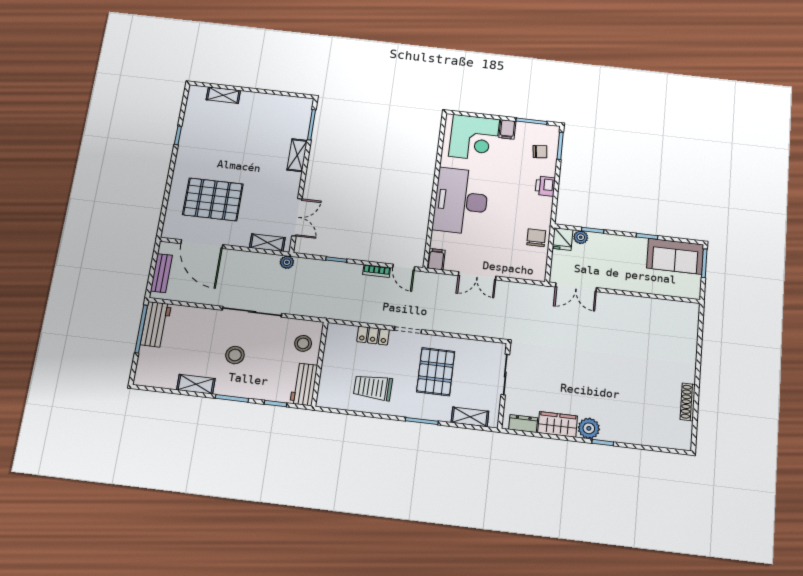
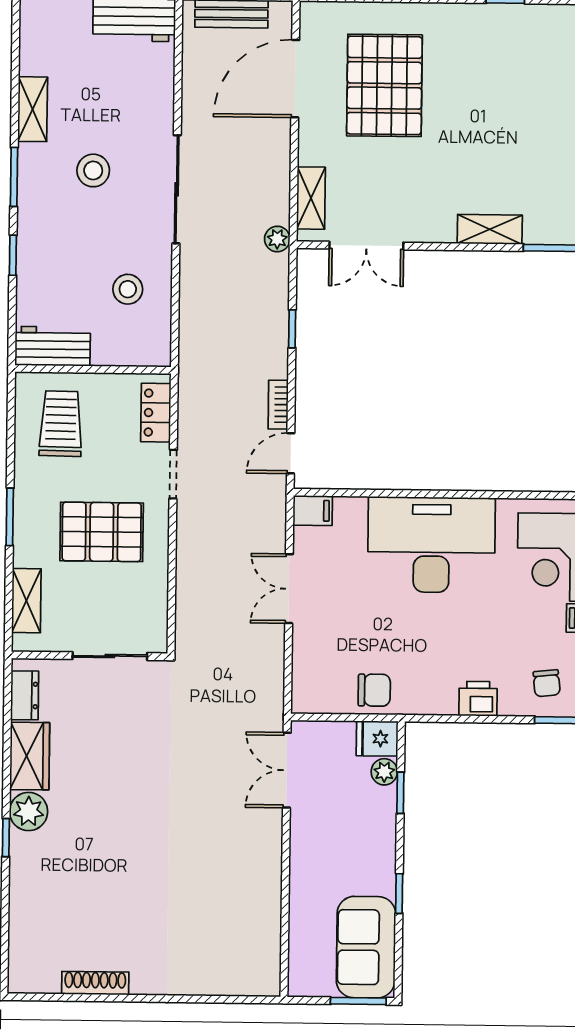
wall: (320, 364) -> (93, 369), moved
workbench: (304, 384) -> (53, 346), moved

